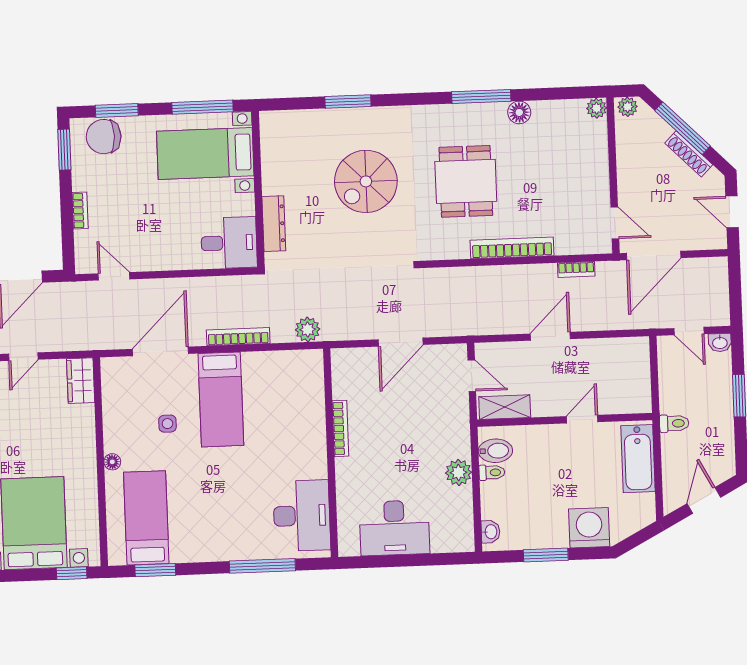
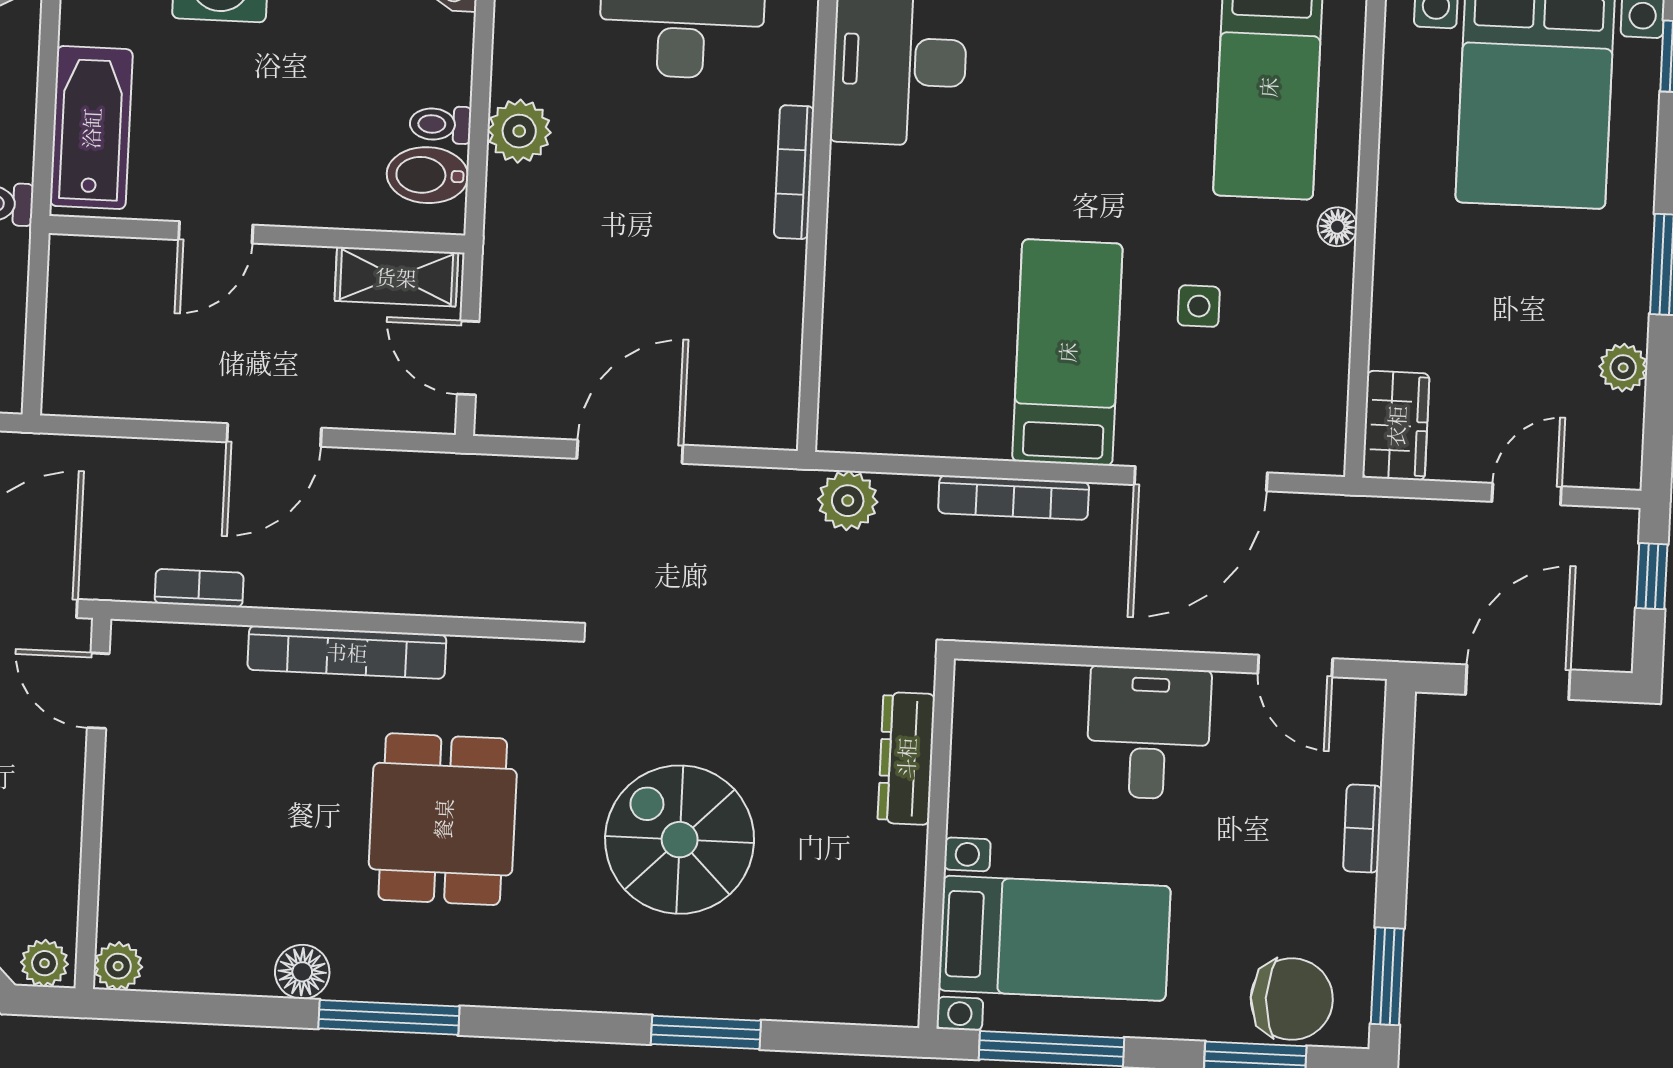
spiral stairs: (366, 181) -> (680, 840), turned -90
desk: (229, 243) -> (1149, 733), moved, turned 90
bookcase: (340, 428) -> (794, 172), moved

